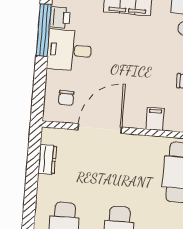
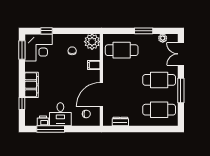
door: (100, 129) -> (101, 94), hinge flipped

